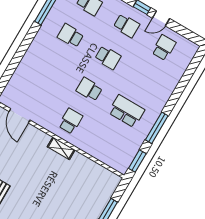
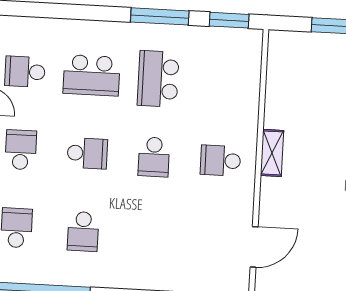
school desk: (108, 57) -> (87, 153), turned 90
school desk: (145, 79) -> (92, 75), added

